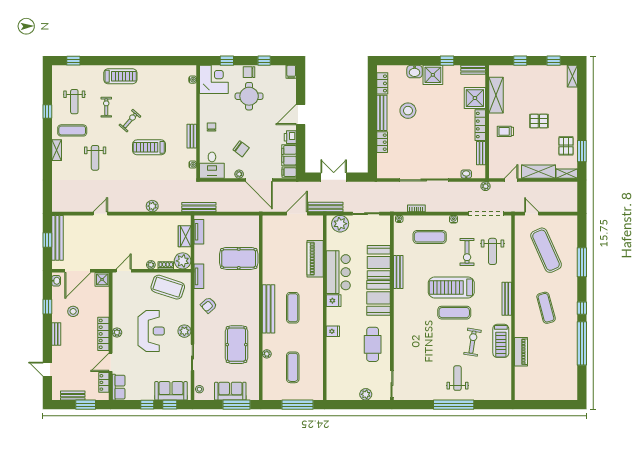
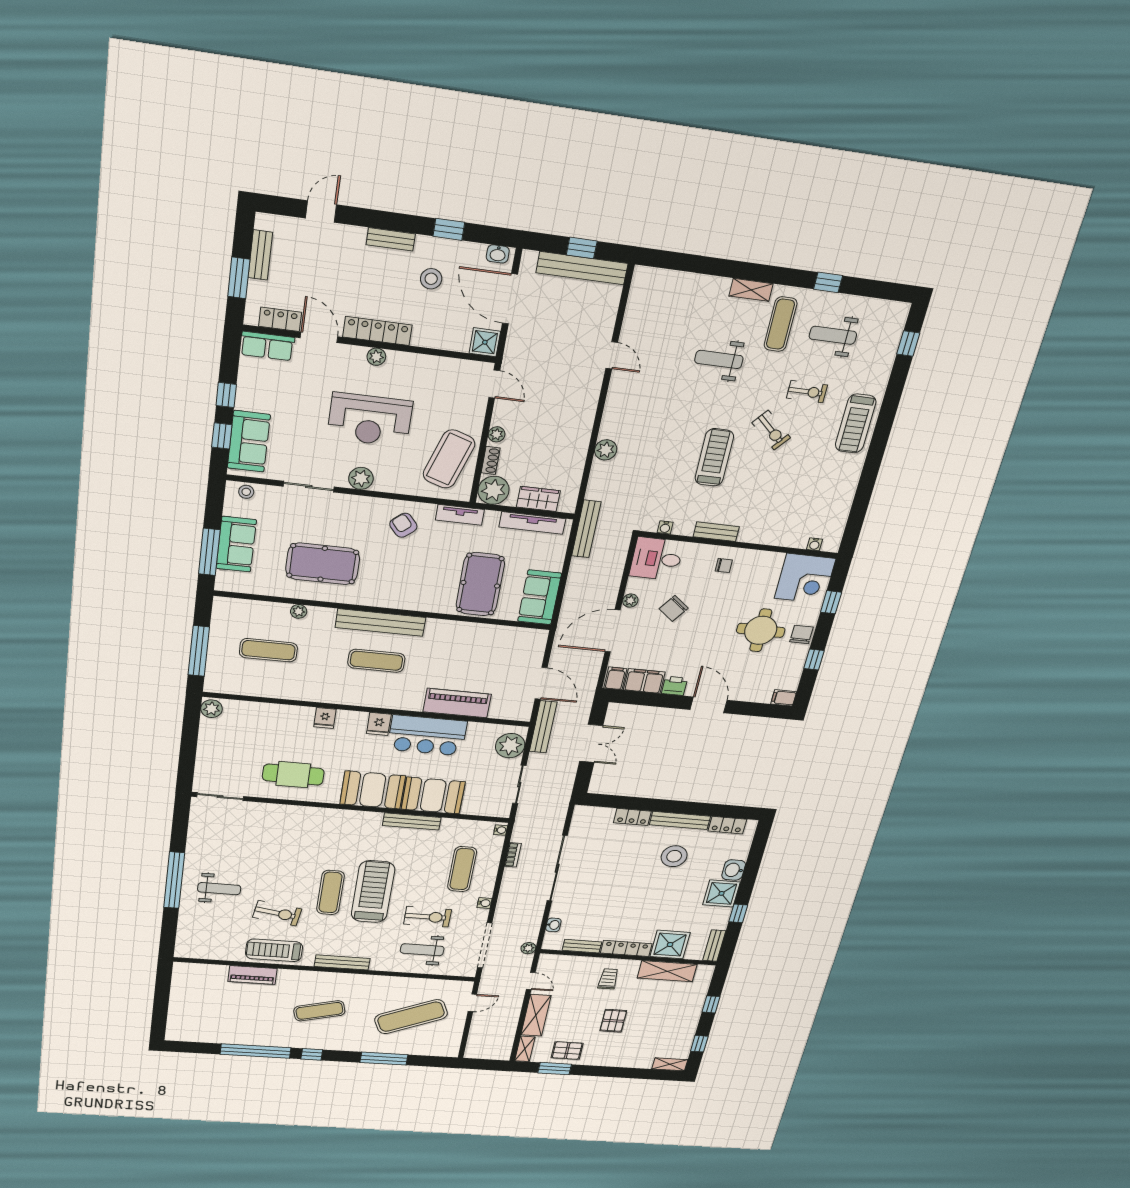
sofa: (243, 225) -> (540, 597), added
tv unit: (199, 232) -> (532, 523), width x1.41
exercise bike: (467, 252) -> (428, 917), turned 180
plant: (366, 394) -> (212, 709), moved

